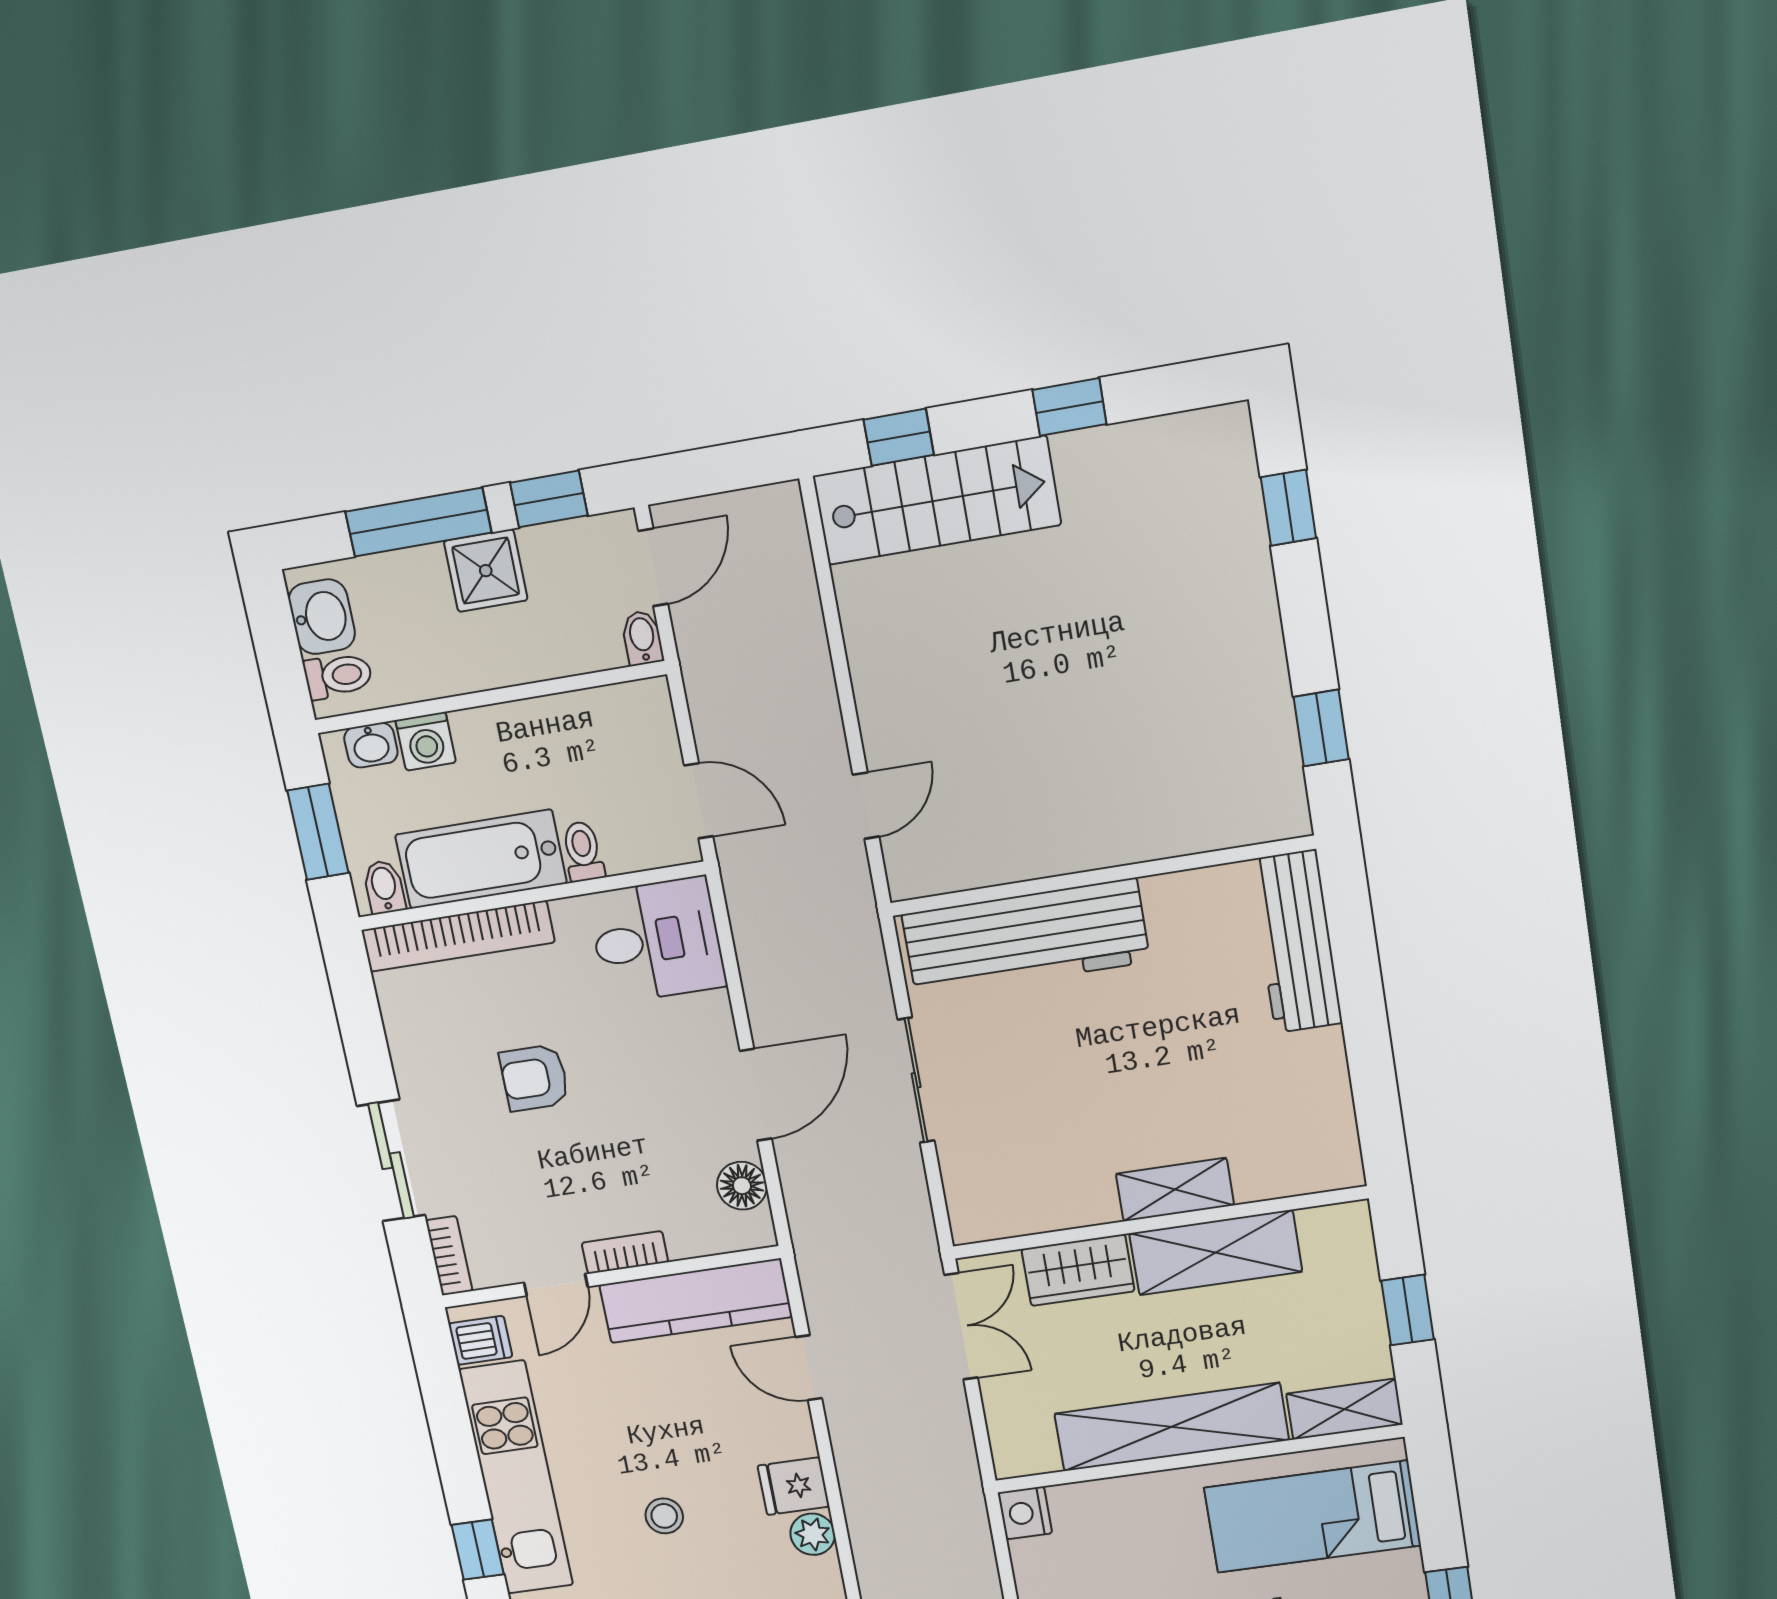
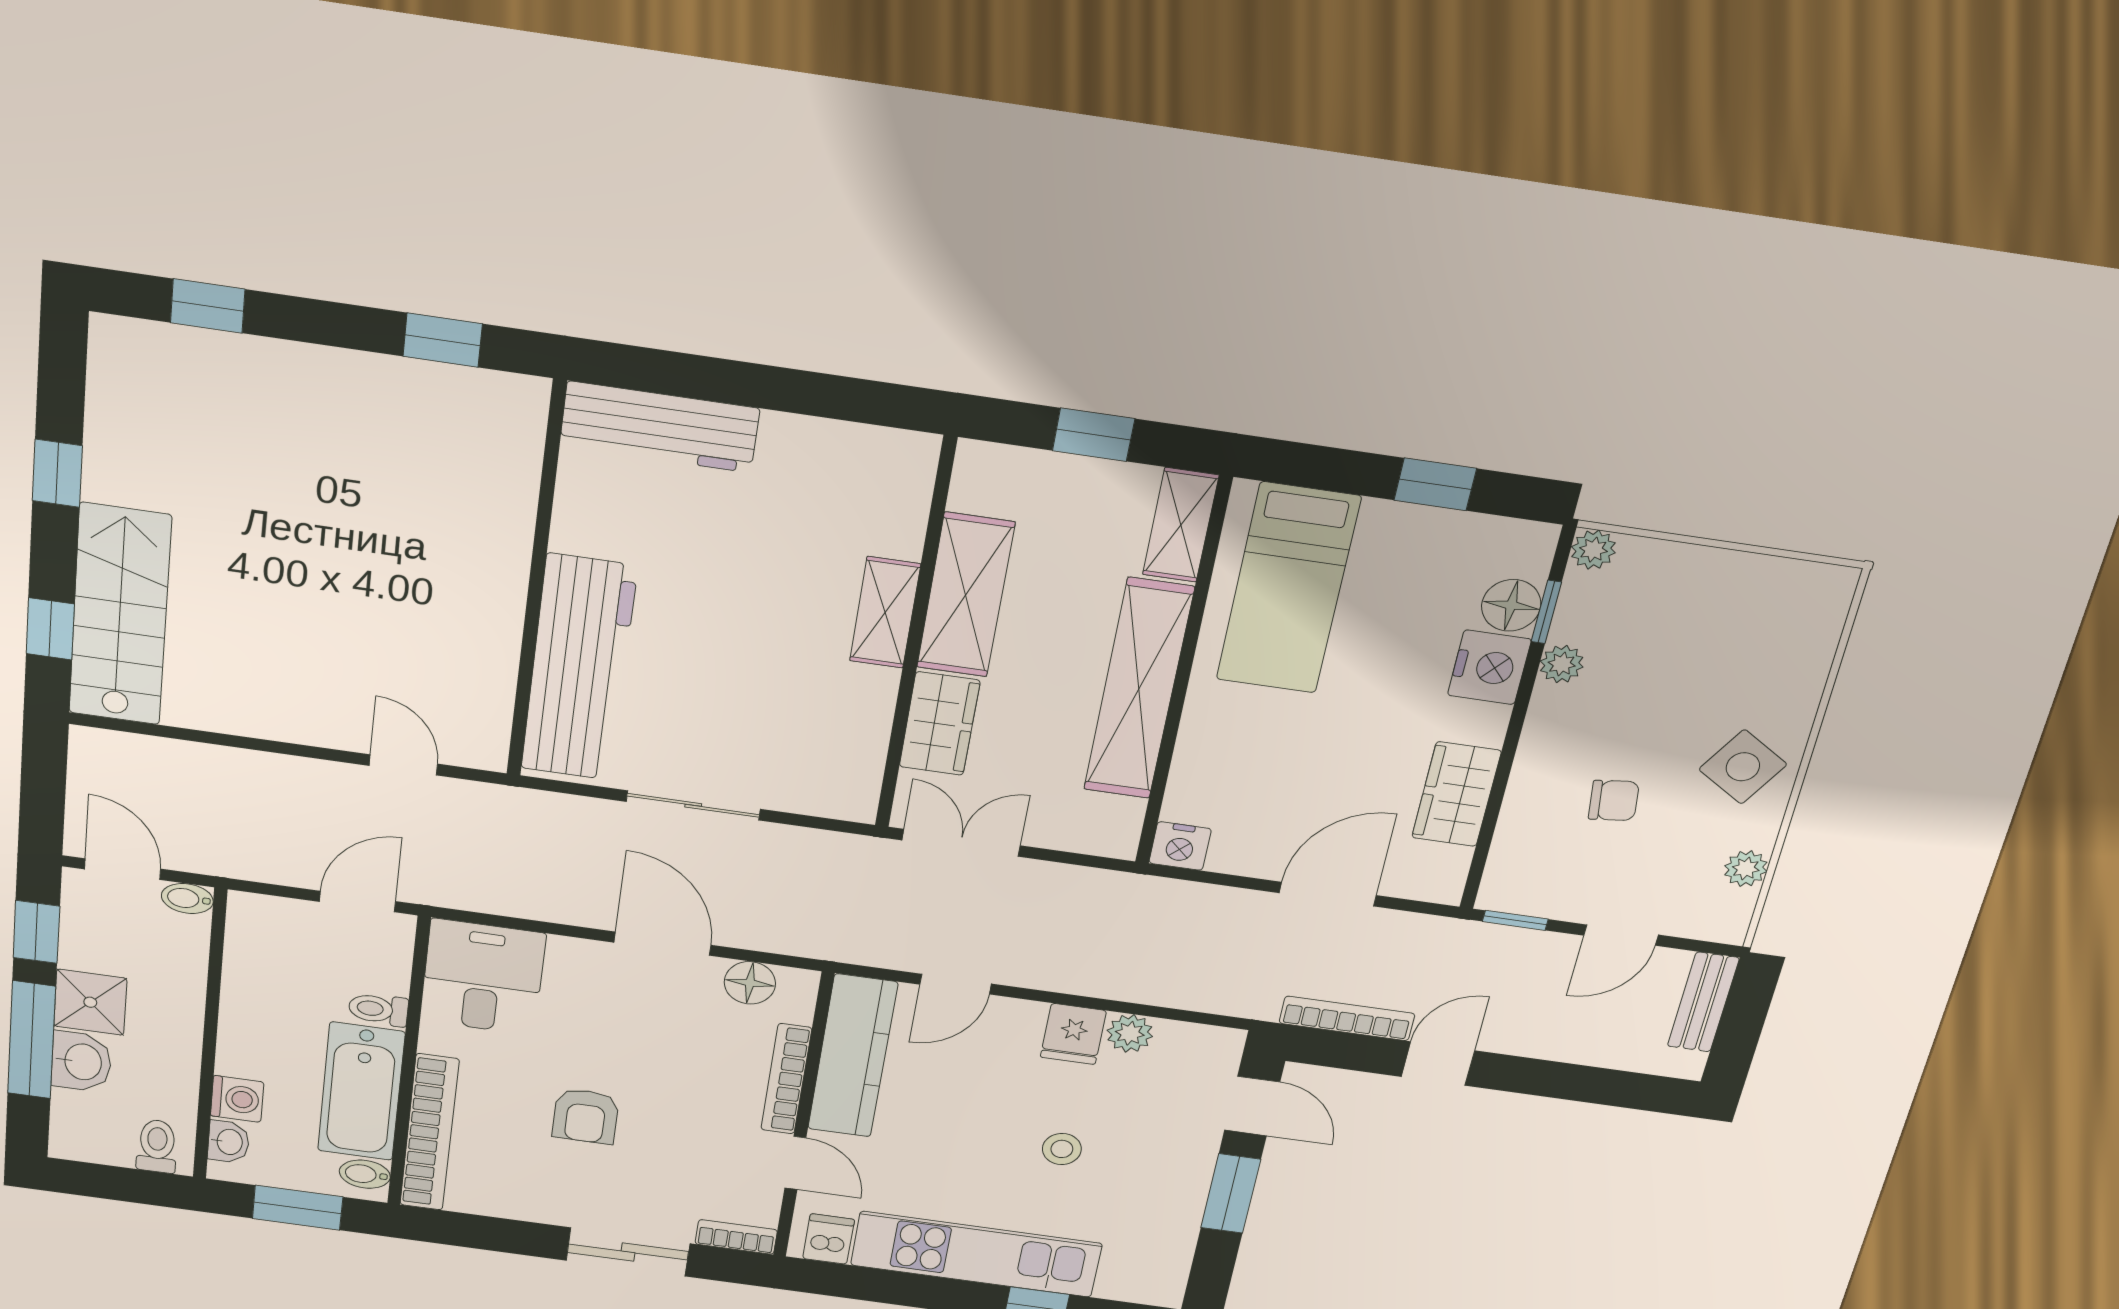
washbasin: (322, 617) -> (81, 1062), moved, turned 90
bookcase: (625, 1252) -> (786, 1079), width x1.56

